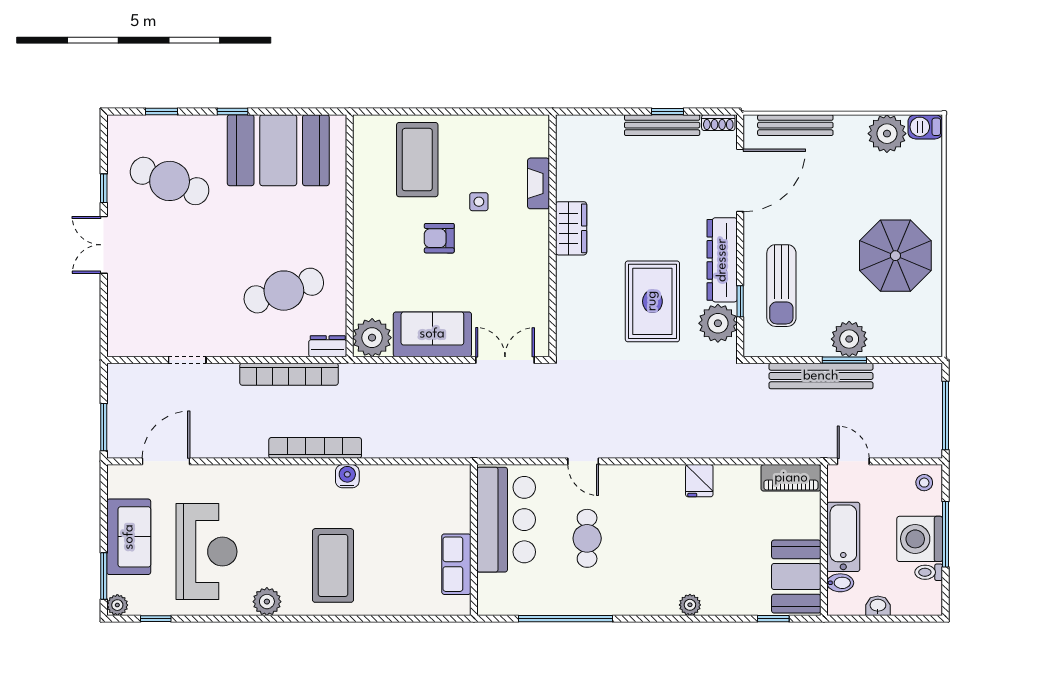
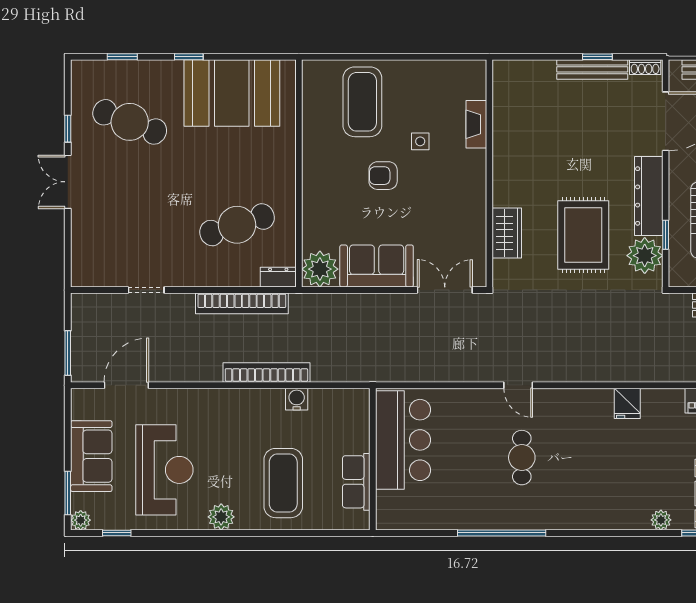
wardrobe: (571, 228) -> (507, 233), moved
bar counter: (506, 520) -> (403, 440), moved
wall: (474, 540) -> (373, 459), moved
row of seats: (456, 564) -> (356, 482), moved
plant: (690, 605) -> (661, 520), moved

